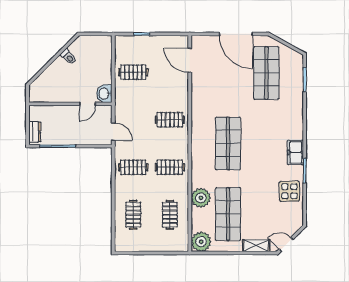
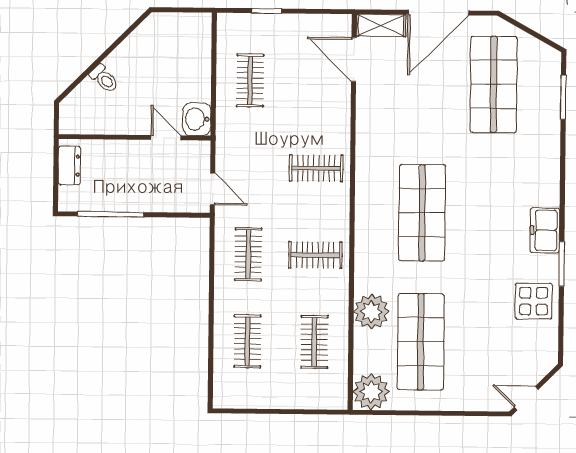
door: (236, 34) -> (438, 13), hinge flipped
toilet: (68, 57) -> (104, 79), moved
clothes rail: (133, 72) -> (250, 81), turned 90
door: (87, 104) -> (166, 138), swing flipped
dresser: (35, 132) -> (69, 165), moved
clothes rail: (133, 167) -> (248, 254), turned 90
shelving: (256, 246) -> (381, 25), moved

